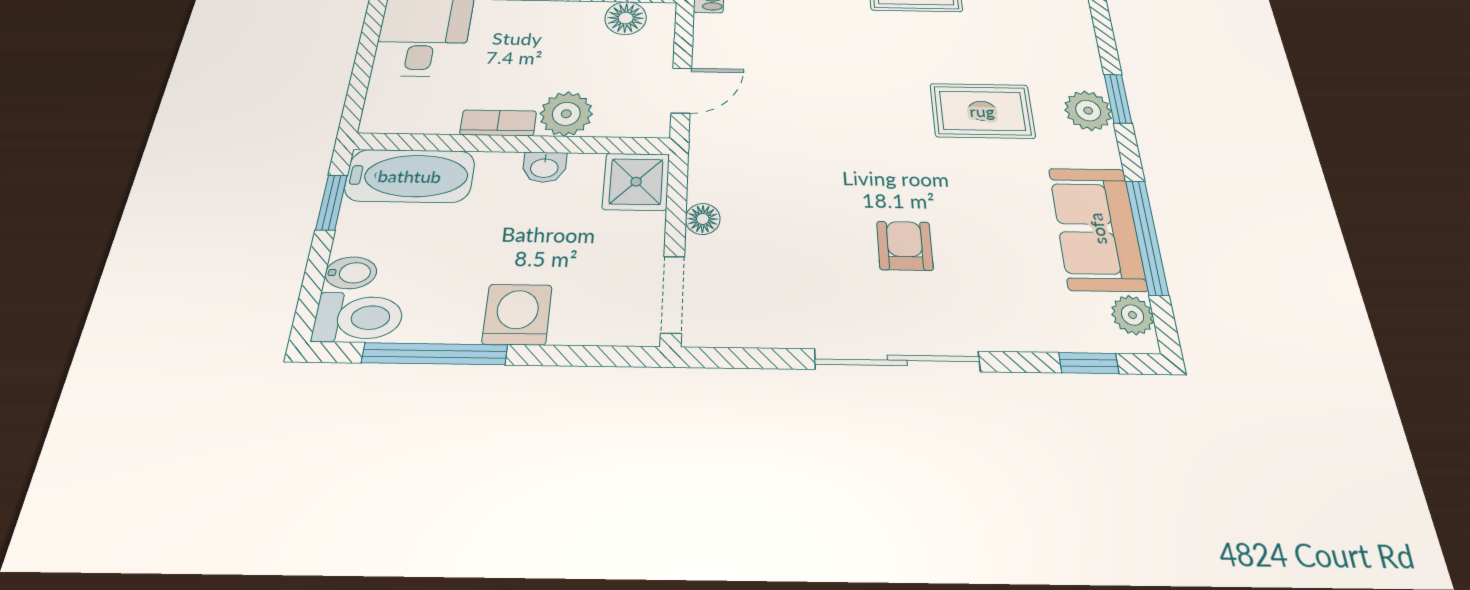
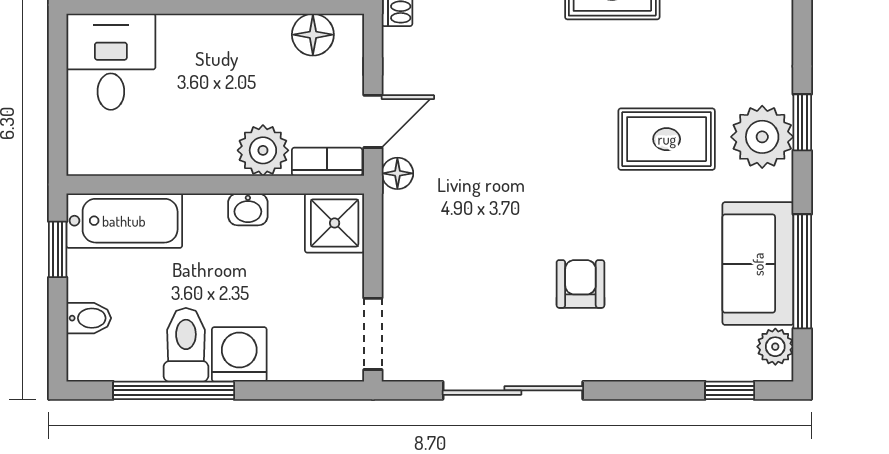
plant: (1088, 111) -> (762, 137), width x1.36, depth x1.36
bookcase: (498, 123) -> (327, 162), moved
floor lamp: (703, 219) -> (397, 173), moved
toilet: (358, 317) -> (186, 345), moved, turned -90
sliding door: (897, 360) -> (513, 390), moved

